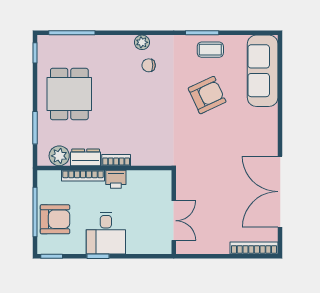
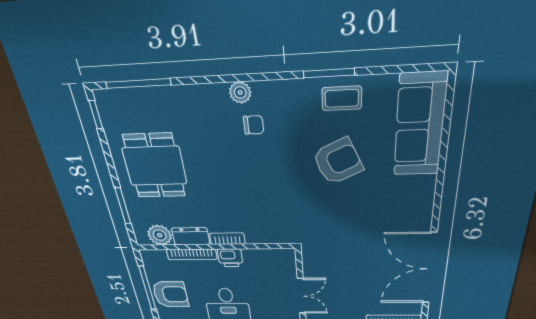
chair: (149, 65) -> (254, 125), turned 180

